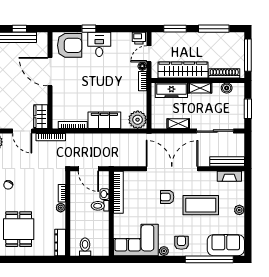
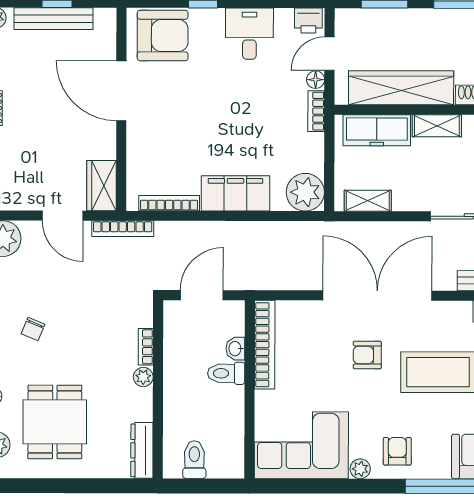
desk: (99, 44) -> (249, 34), moved
shelving: (178, 124) -> (368, 201), moved
door: (88, 169) -> (202, 295), swing flipped

